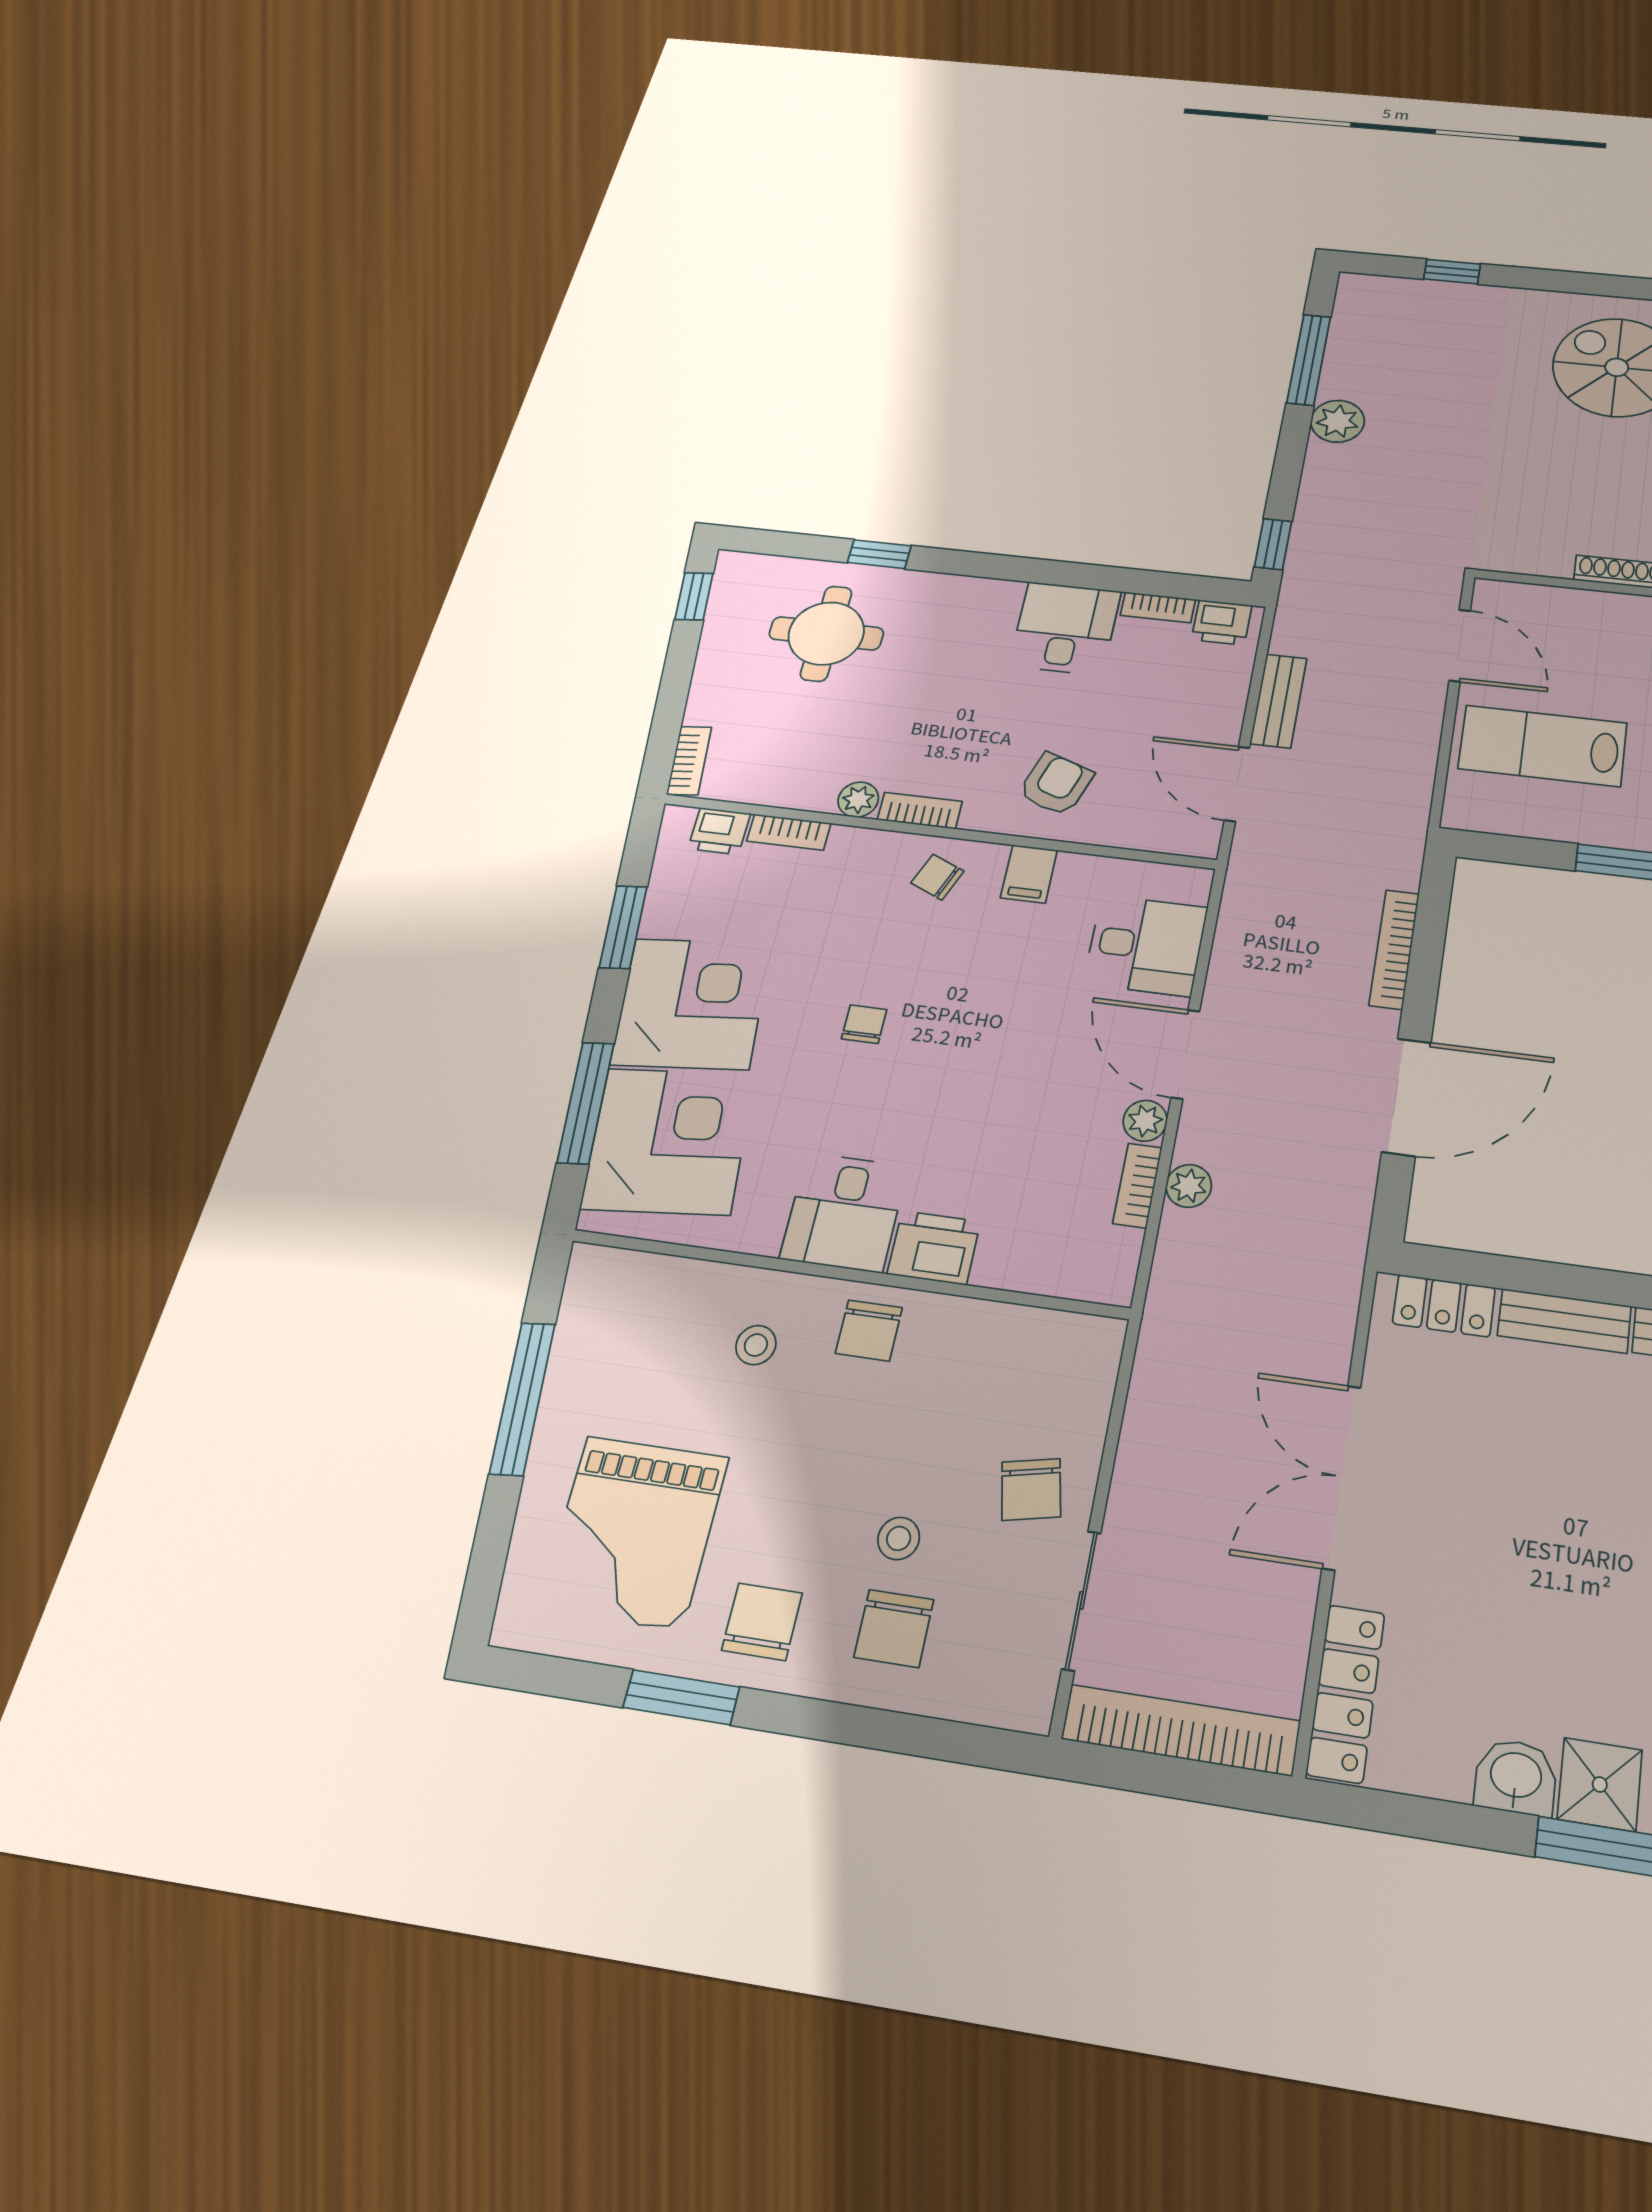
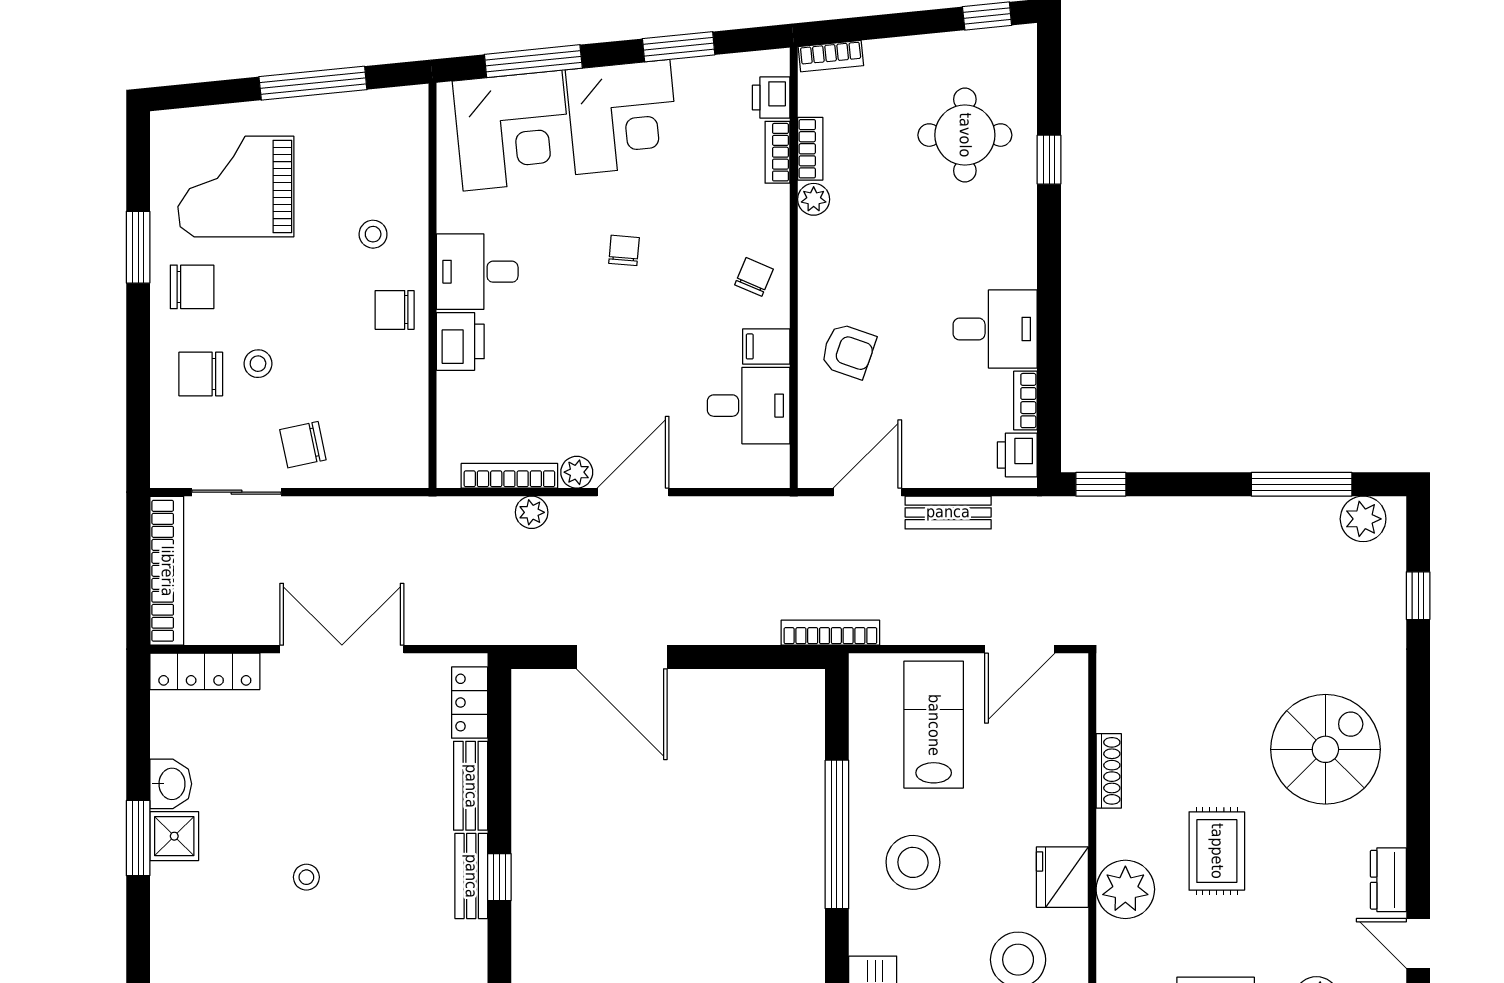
plant: (1338, 421) -> (1363, 519), moved
bookcase: (920, 811) -> (810, 149), moved
desk: (1146, 945) -> (749, 406), moved, turned -90
bookcase: (1394, 949) -> (830, 633), moved
chair: (864, 1024) -> (624, 250), turned -85
bookcase: (1137, 1185) -> (509, 476), width x1.56

